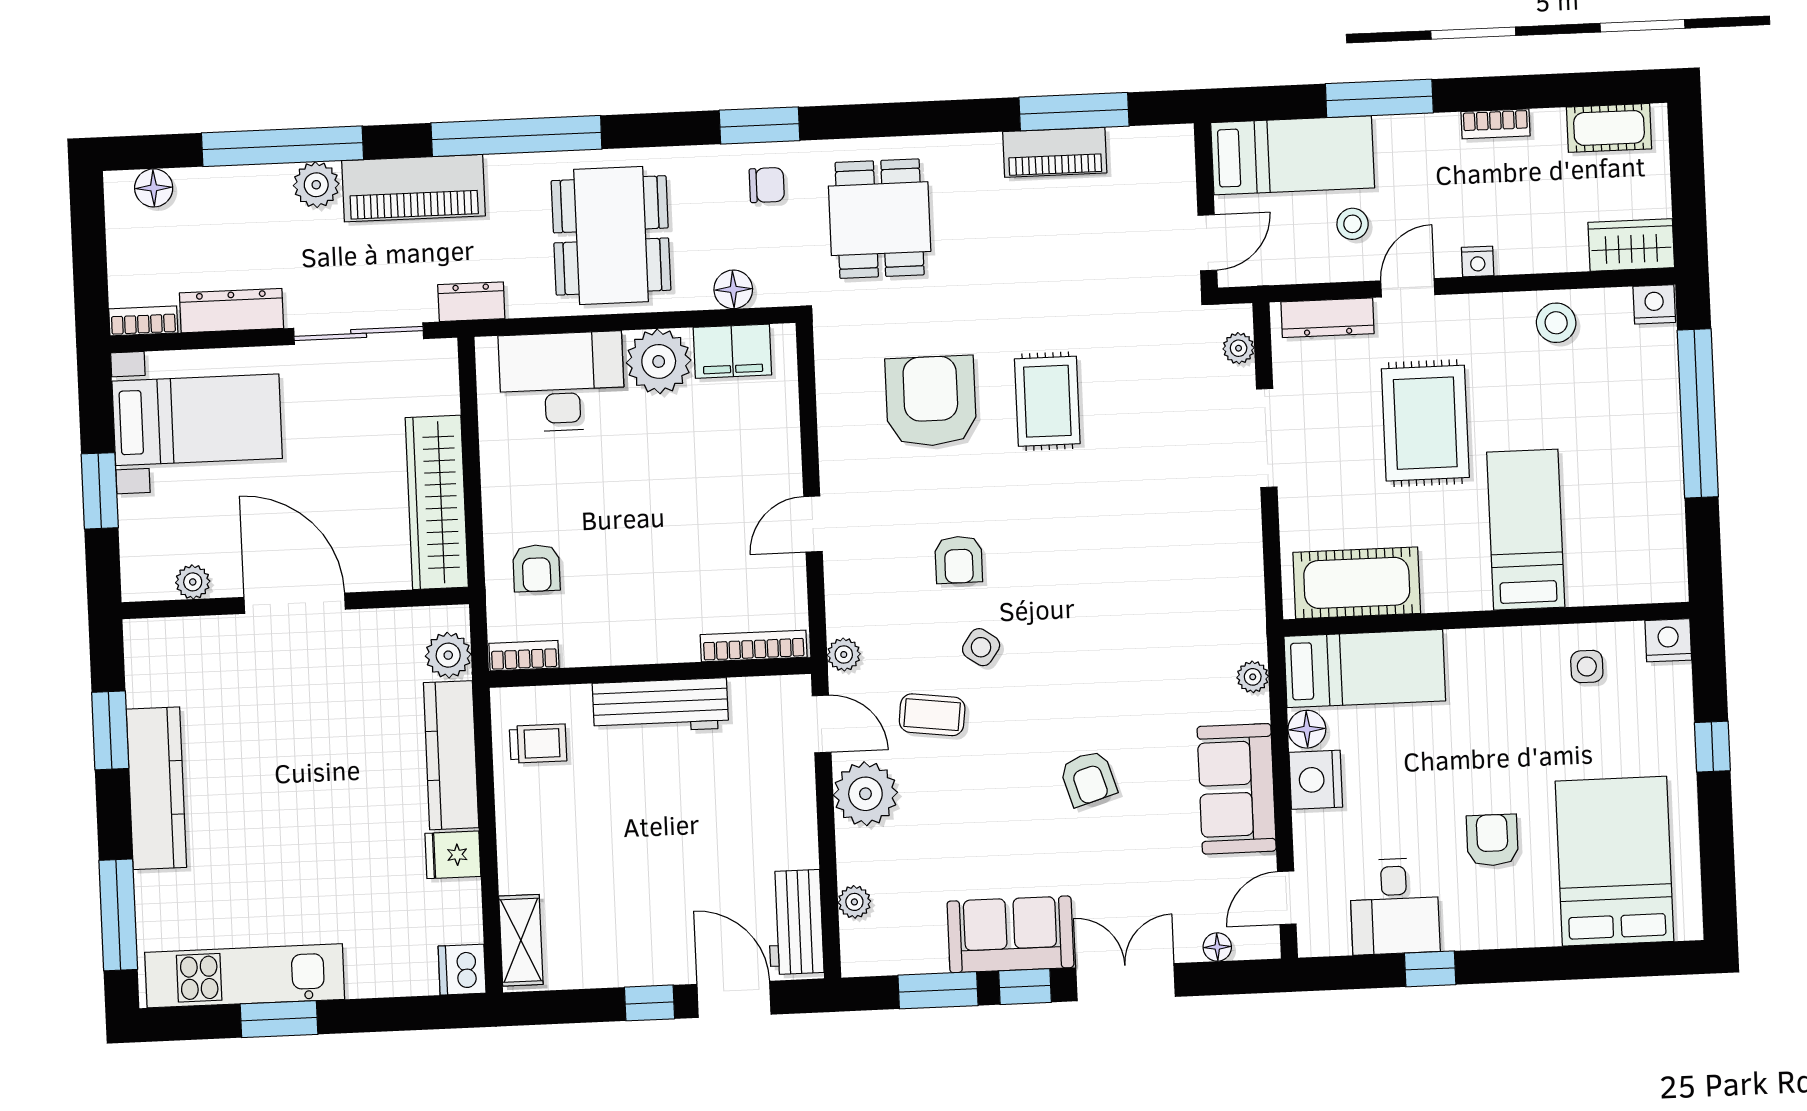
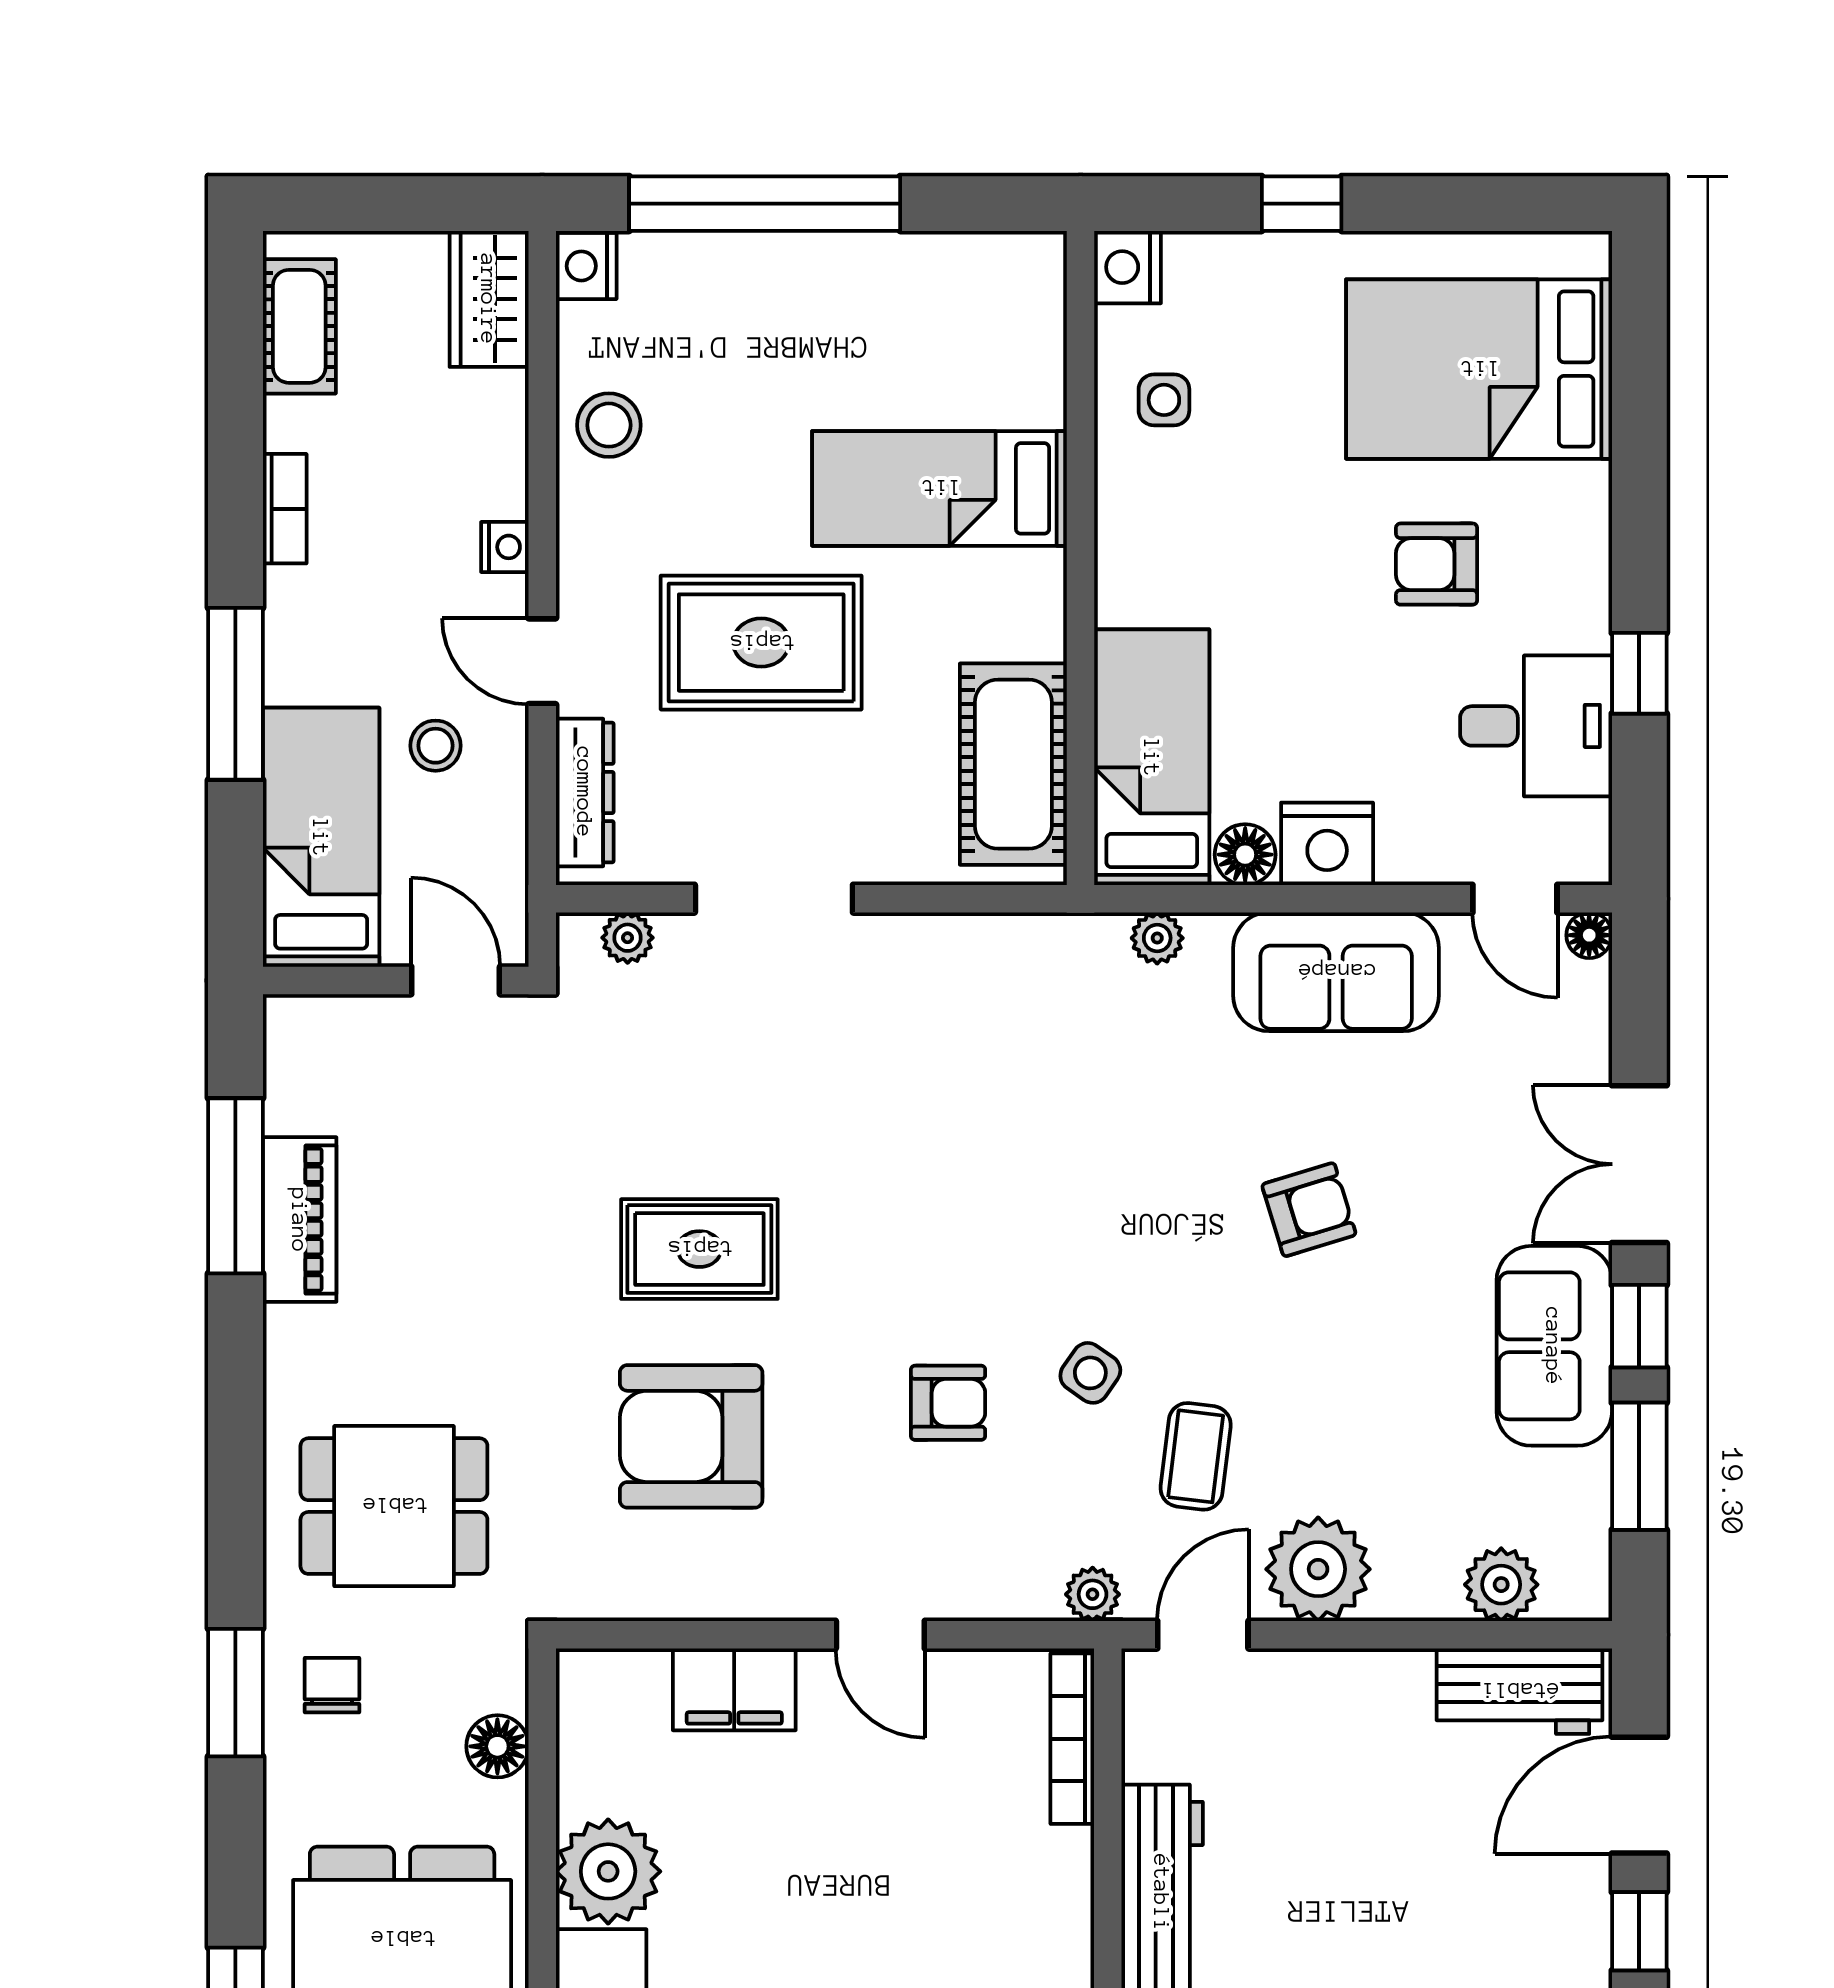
filing cabinet: (732, 351) -> (734, 1689), moved, turned 90
plant: (854, 902) -> (1501, 1585), width x1.38, depth x1.38
floor lamp: (1217, 947) -> (1589, 935), moved

